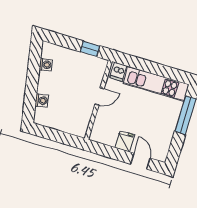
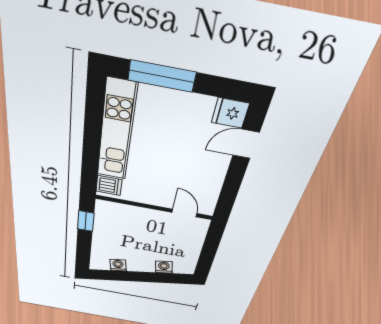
door: (99, 96) -> (184, 213), moved
fridge: (125, 141) -> (230, 113), moved

